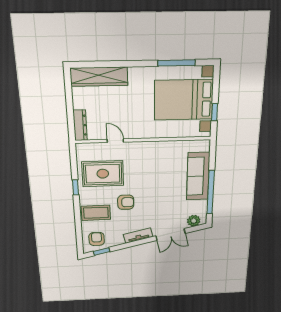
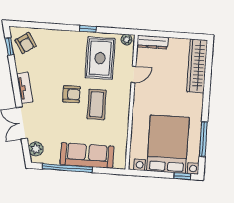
window: (215, 112) -> (182, 176), moved
plant: (81, 151) -> (127, 40), added
armchair: (126, 202) -> (71, 94), moved, turned -90
coffee table: (96, 213) -> (97, 104), moved
armchair: (97, 239) -> (26, 43), turned 57

